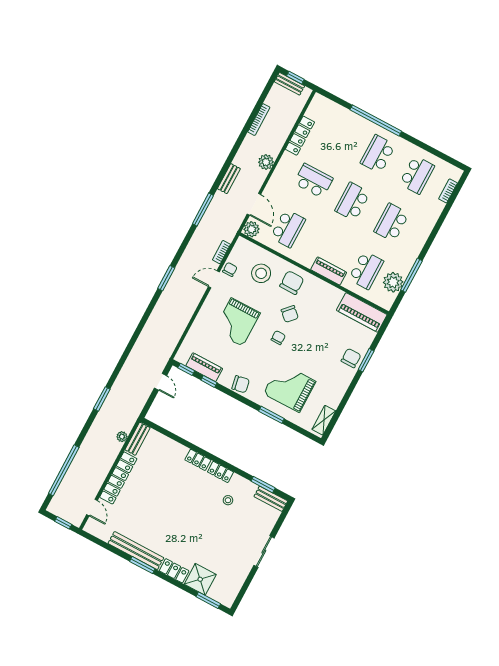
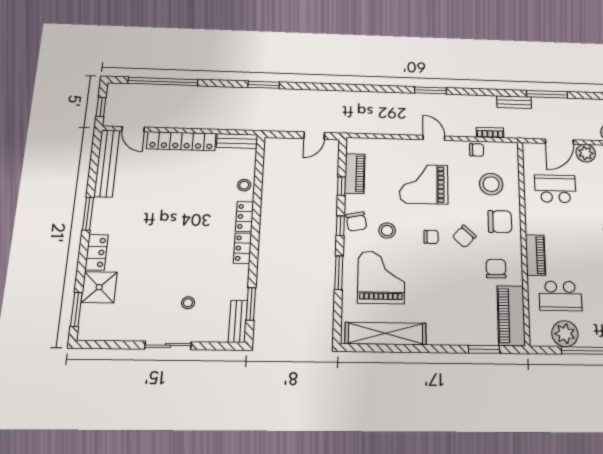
bench: (229, 179) -> (514, 102), moved
window: (203, 210) -> (547, 94), moved
school desk: (288, 228) -> (555, 189), turned 180
plant: (252, 229) -> (586, 153), moved
door: (214, 279) -> (434, 138), moved
chair: (351, 358) -> (496, 269), moved, turned -90
window: (366, 360) -> (484, 349), moved
stool: (258, 366) -> (387, 231), added
window: (186, 369) -> (340, 226), moved
shelving: (324, 420) -> (386, 334), width x2.20, depth x1.33
plant: (122, 437) -> (231, 124), removed
stool: (174, 449) -> (244, 185), added
stool: (228, 500) -> (188, 303), moved
door: (92, 508) -> (133, 129), hinge flipped
bench: (136, 551) -> (107, 163), moved

